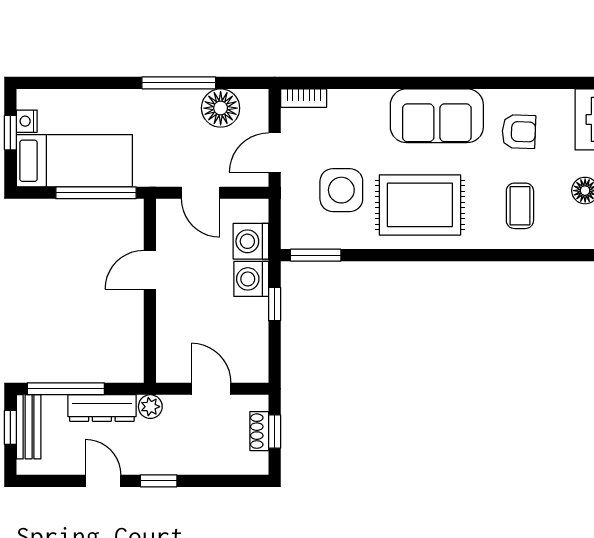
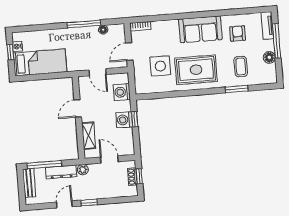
floor lamp: (221, 108) -> (103, 30), width x0.53, depth x0.53
armchair: (519, 132) -> (238, 33), turned -92
window: (96, 193) -> (51, 76), removed
window: (316, 255) -> (237, 89), moved
washing machine: (251, 279) -> (124, 120), moved
shelving: (169, 332) -> (89, 136), added
window: (10, 427) -> (21, 184), removed
door: (103, 481) -> (64, 204), hinge flipped

